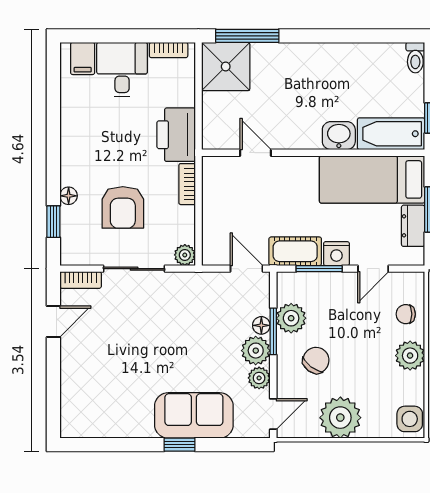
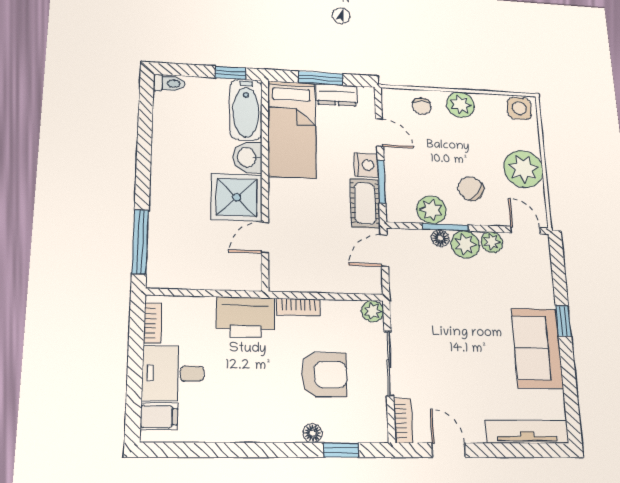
shower: (226, 67) -> (237, 197), moved
tv unit: (71, 398) -> (527, 432), added
sofa: (194, 415) -> (537, 348), moved

